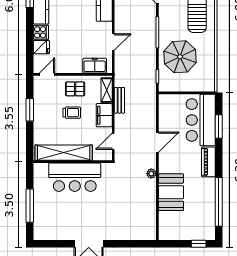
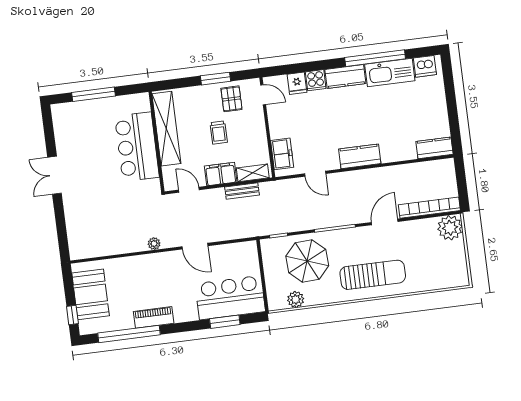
plant: (209, 70) -> (296, 299), added
pallet: (75, 89) -> (231, 99), moved
piano: (208, 162) -> (154, 317), moved
booth: (171, 192) -> (91, 294), moved, turned 90

